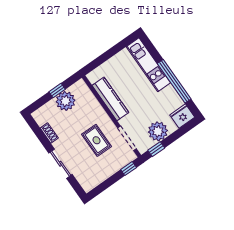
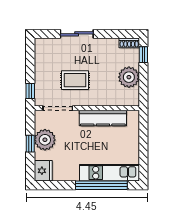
window: (174, 81) -> (101, 185), moved
window: (57, 90) -> (143, 55), moved
shoe rack: (49, 133) -> (129, 43), moved
window: (156, 149) -> (30, 144), moved

